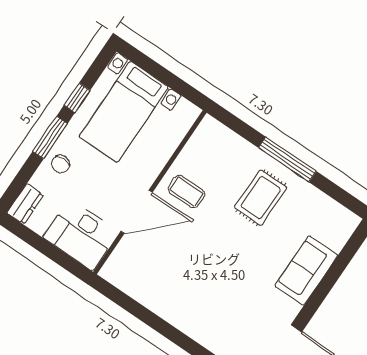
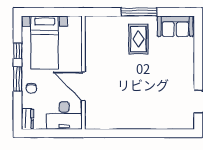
coffee table: (186, 191) -> (101, 60), removed
door: (136, 212) -> (83, 86), swing flipped
sofa: (306, 270) -> (175, 26), moved, turned -90

